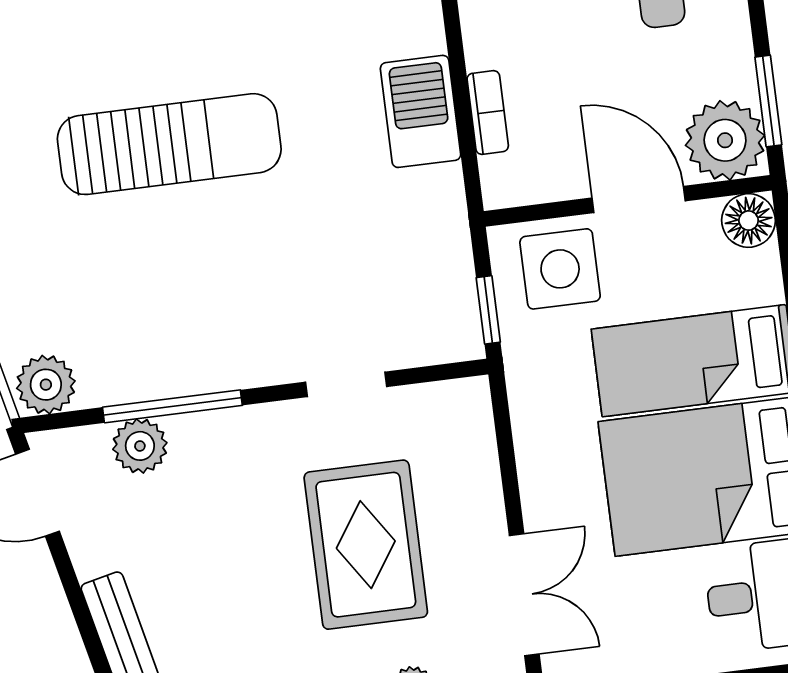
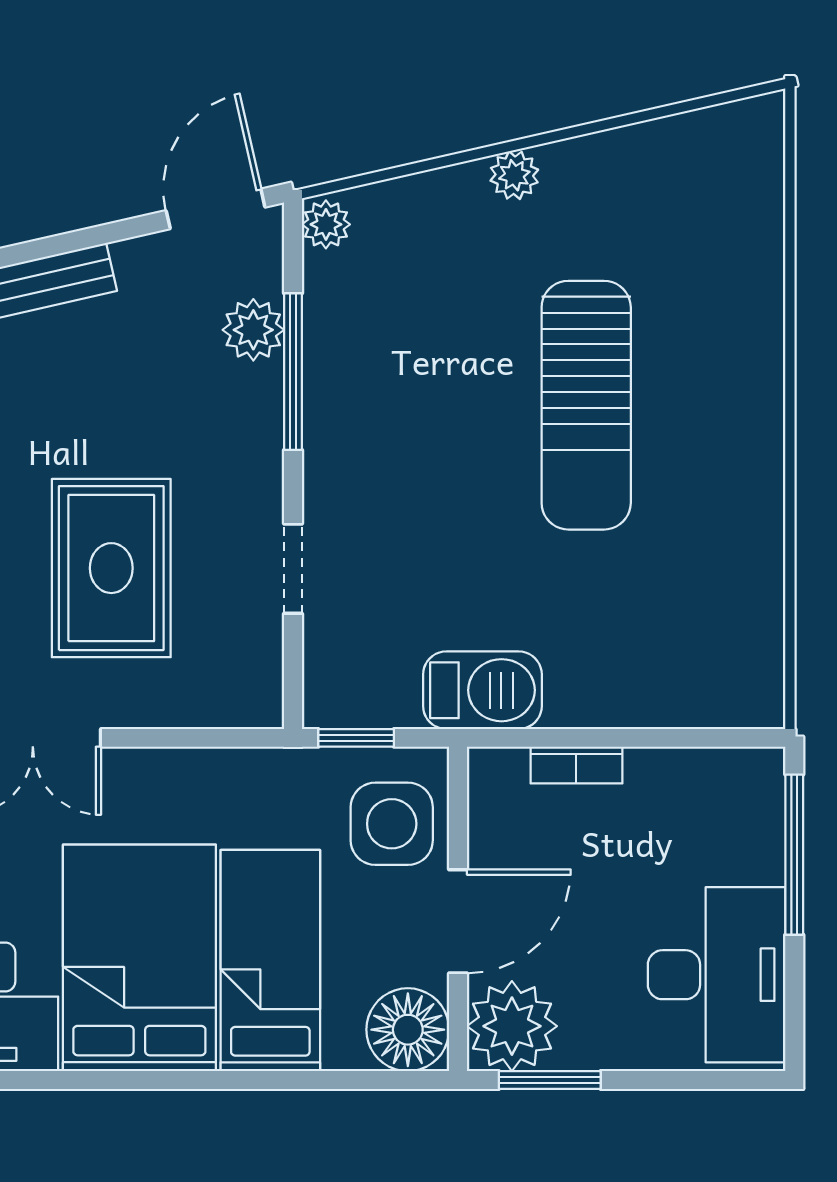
barbecue: (421, 111) -> (482, 690), moved
floor lamp: (749, 221) -> (408, 1030), width x1.38, depth x1.38
plant: (46, 385) -> (326, 224), width x0.73, depth x0.73
rug: (366, 545) -> (111, 568), turned 90

